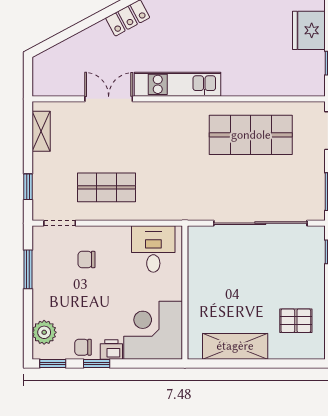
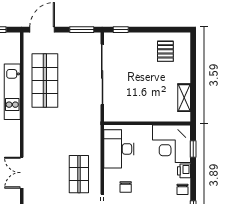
kitchen unit: (178, 84) -> (12, 92), moved
desk: (153, 249) -> (119, 149), width x1.37
shelving: (235, 346) -> (184, 98), width x0.67, depth x0.75
window: (97, 364) -> (193, 149), moved

